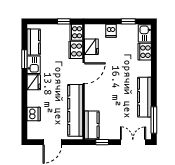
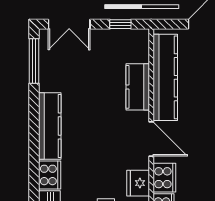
door: (84, 73) -> (151, 139), swing flipped
kitchen counter: (145, 97) -> (50, 126), moved
kitchen counter: (92, 125) -> (138, 87), moved

